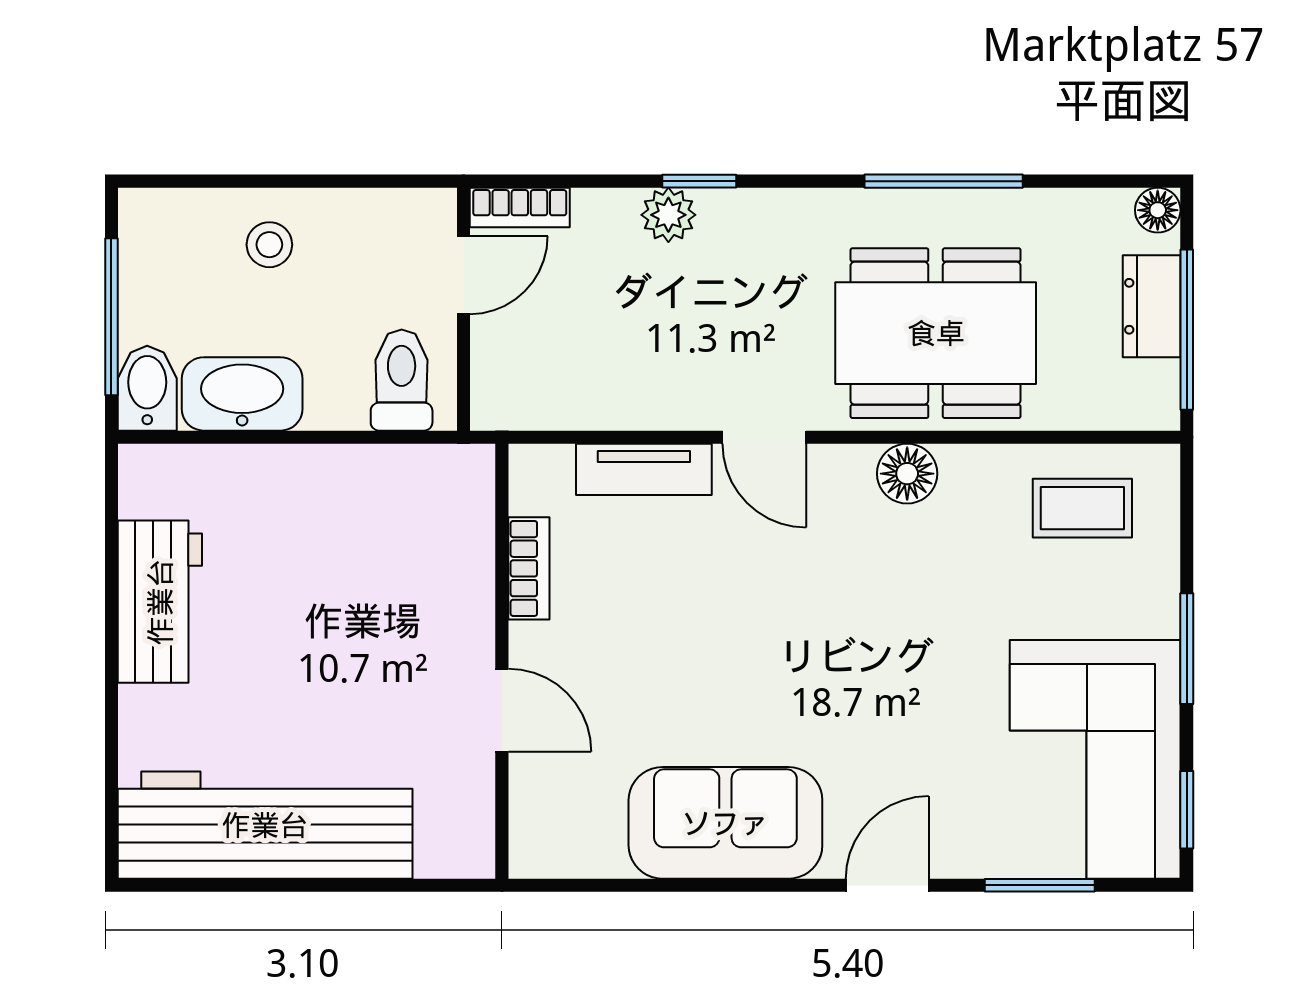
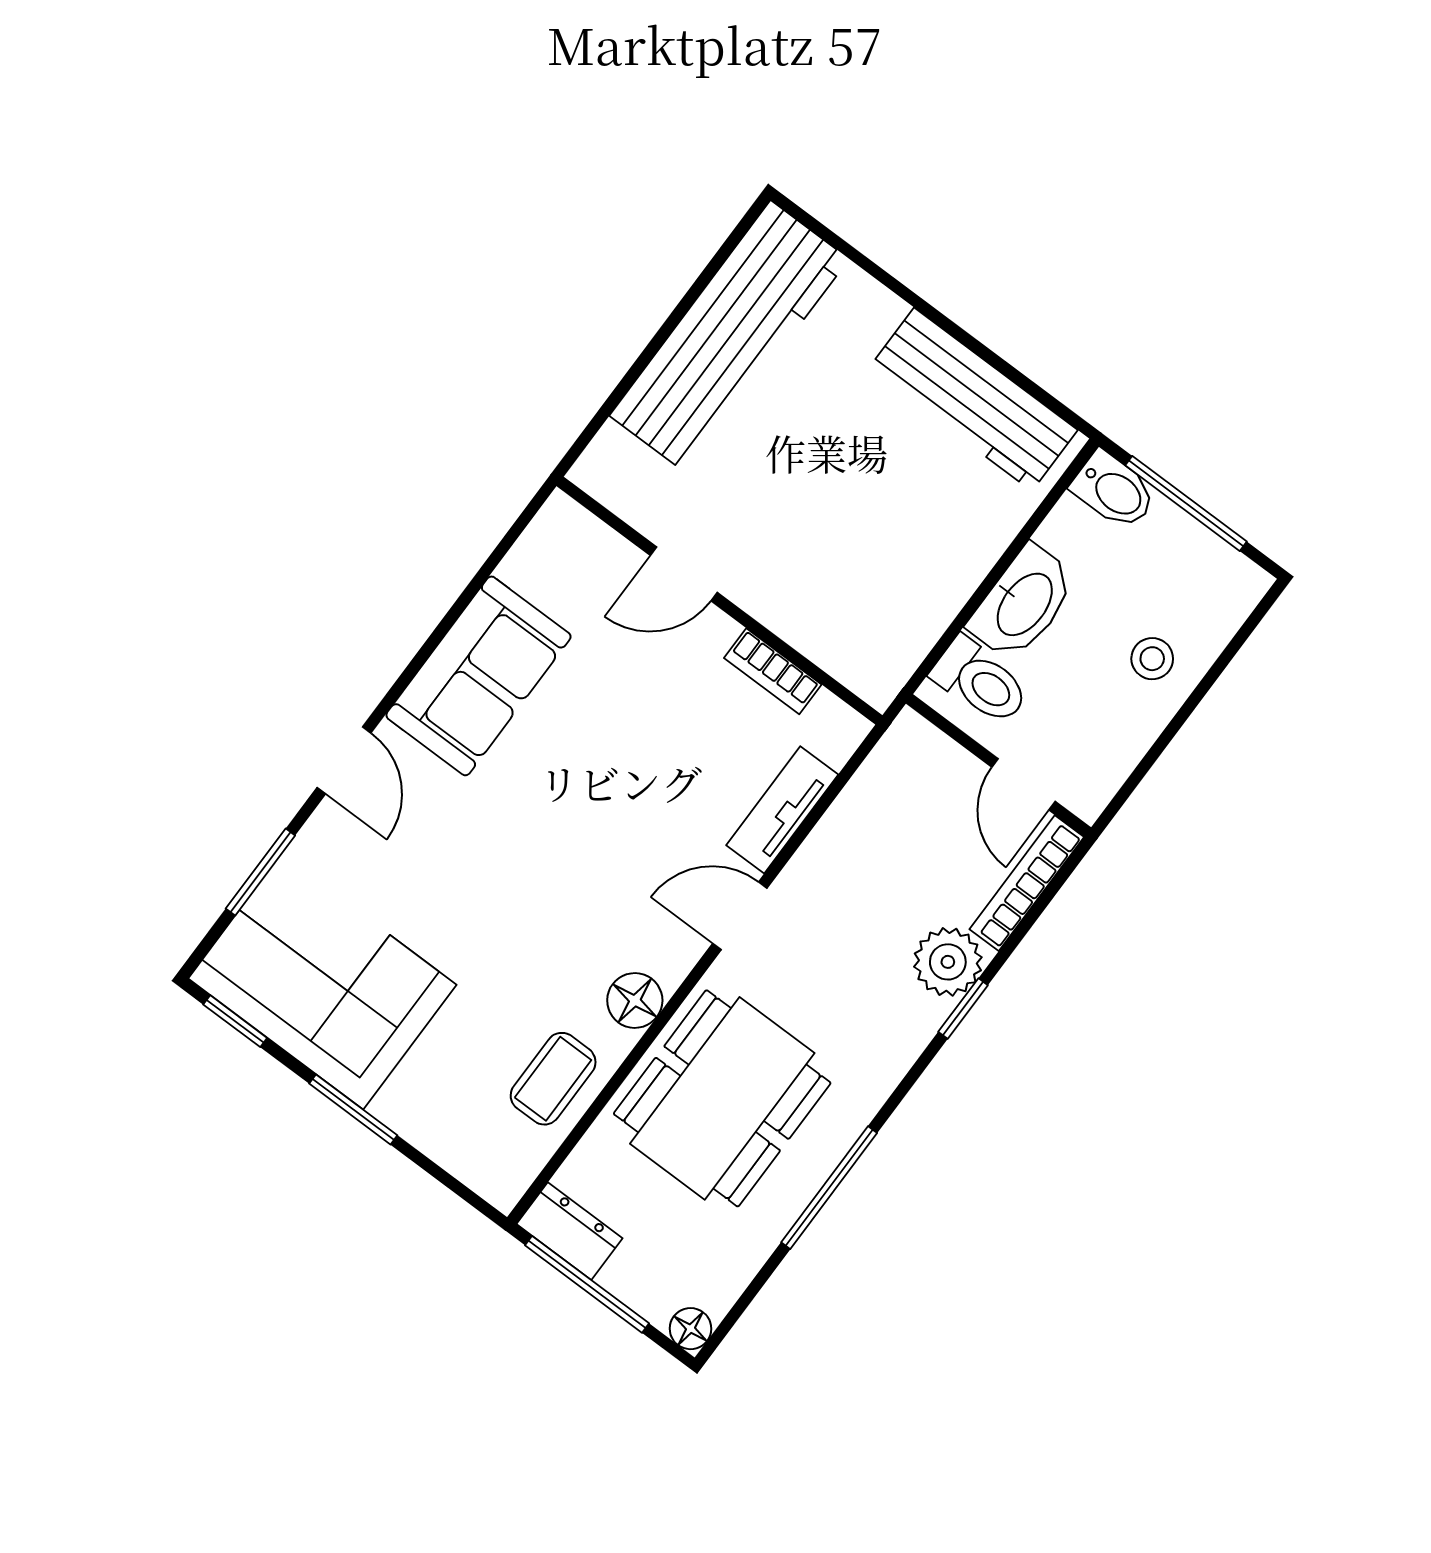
bookcase: (520, 208) -> (1027, 883), width x1.56
plant: (668, 215) -> (948, 962), width x1.38, depth x1.38
dresser: (1152, 306) -> (570, 1231), moved
washbasin: (242, 394) -> (1023, 603), moved
coffee table: (1082, 508) -> (553, 1079), moved
workbench: (160, 602) -> (973, 399), width x1.38

